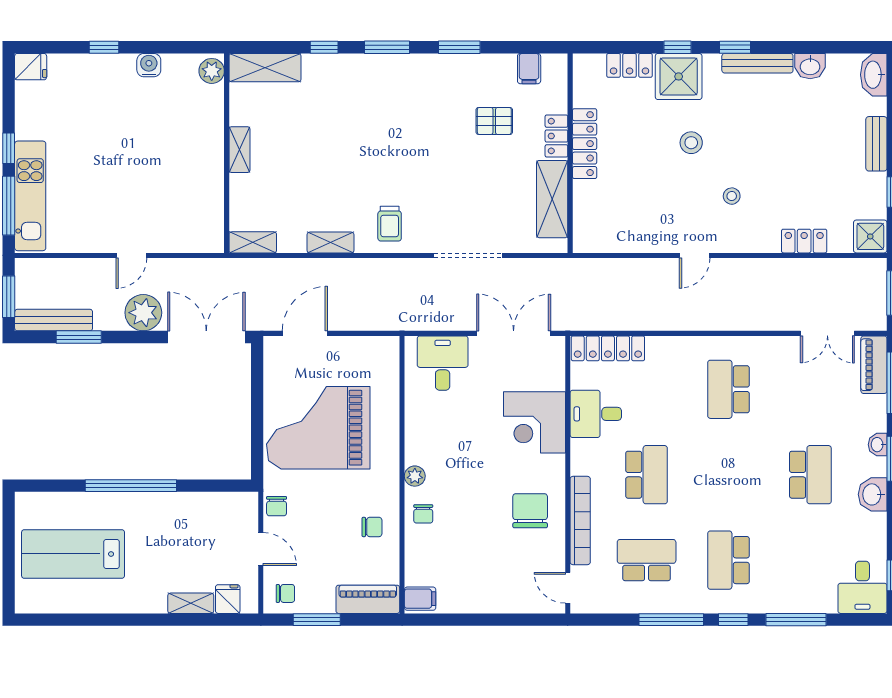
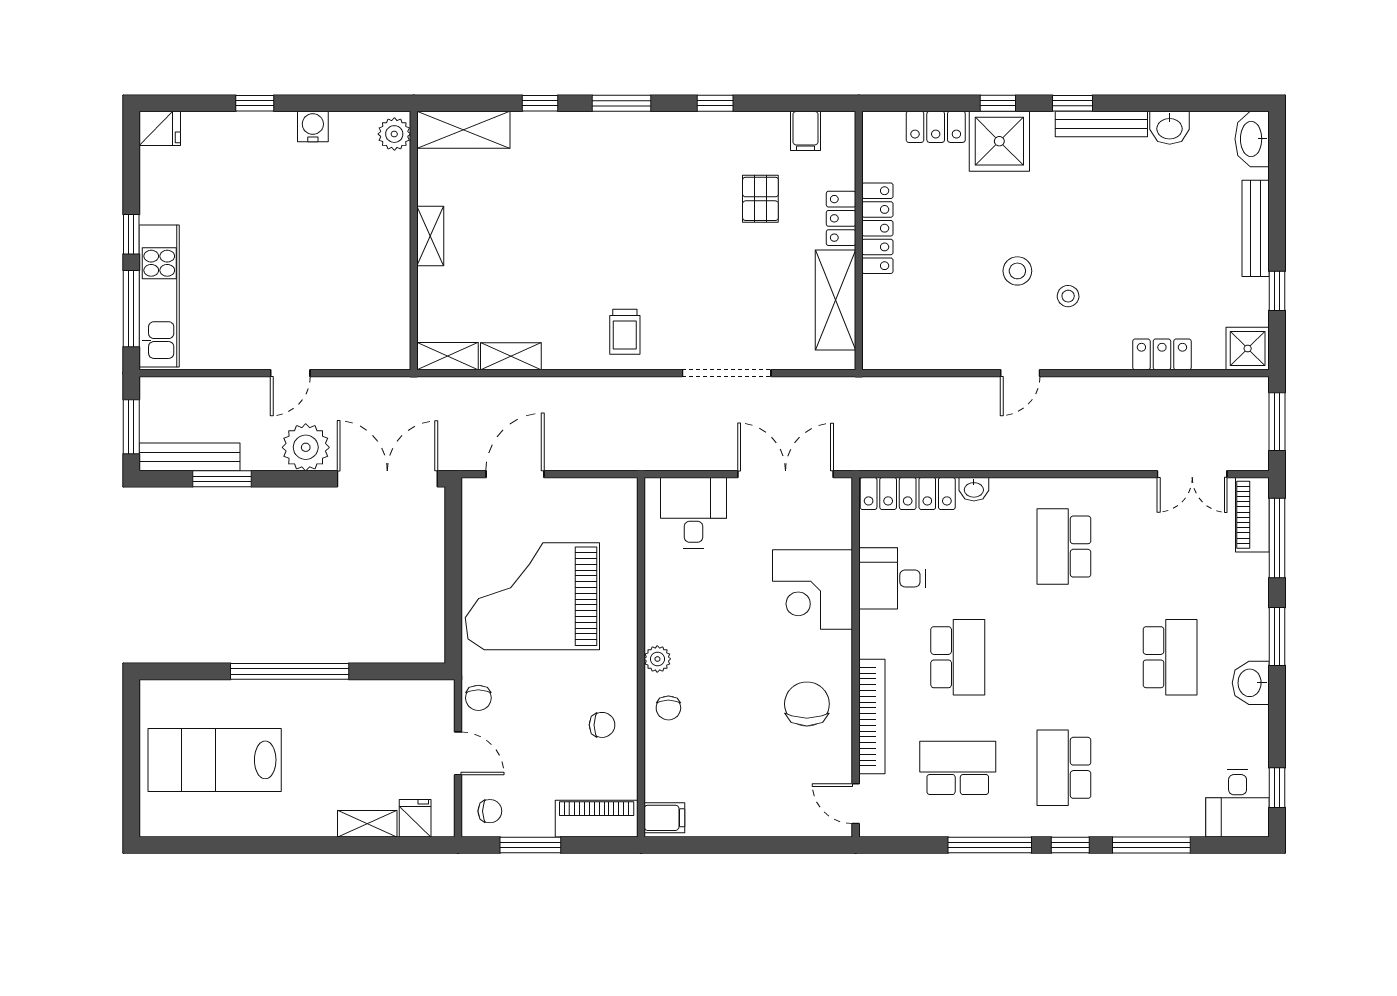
window: (459, 47) -> (715, 103), width x0.67
pallet: (494, 121) -> (760, 199), turned 90
stool: (691, 143) -> (1017, 271), moved
bench: (876, 144) -> (1256, 228), width x1.36
shelving: (331, 243) -> (511, 356), moved
washbasin: (878, 445) -> (974, 489), moved, turned -90

